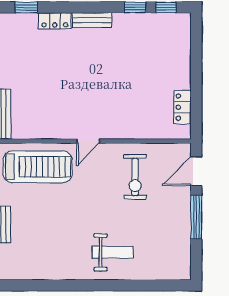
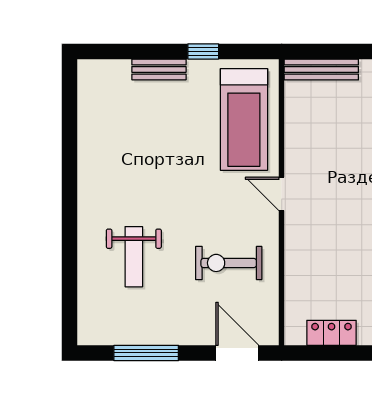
window: (196, 217) -> (146, 353), moved
weight bench: (113, 252) -> (134, 257), moved

